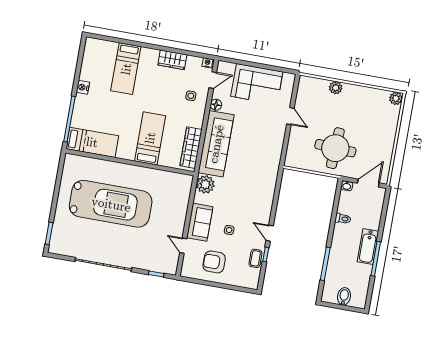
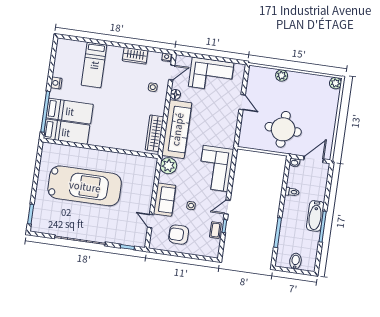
bed: (150, 138) -> (70, 111), moved, turned 90
corner sofa: (258, 189) -> (216, 168), added
door: (270, 233) -> (227, 207), hinge flipped

